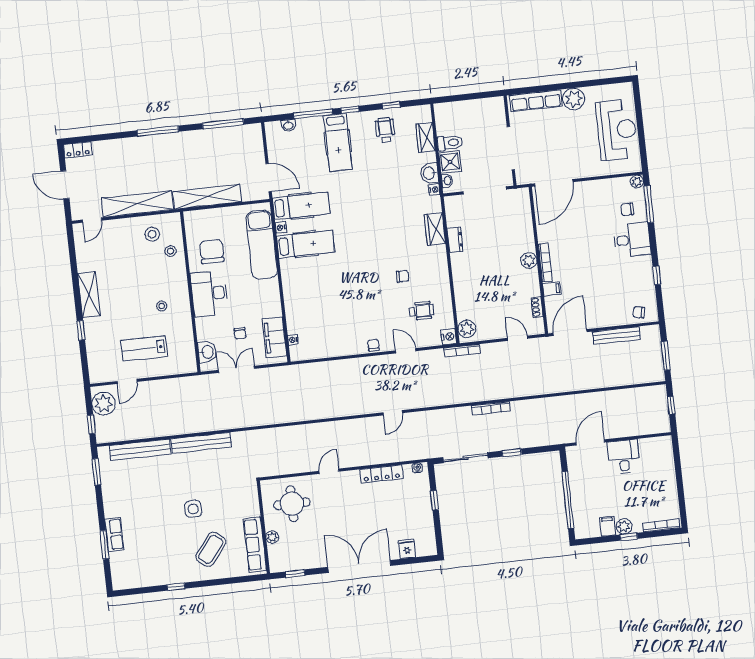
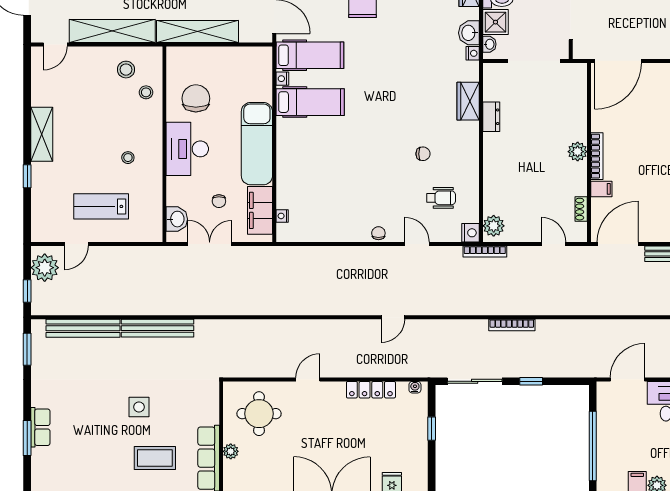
exam couch: (262, 245) -> (257, 144), moved
coffee table: (211, 549) -> (155, 458), turned 52

